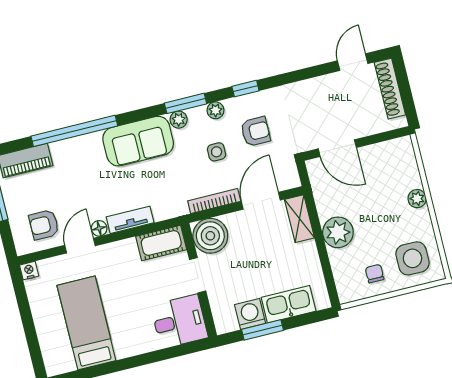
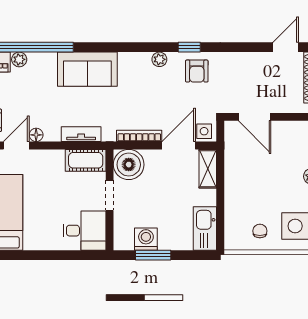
window: (186, 103) -> (135, 47), removed
plant: (179, 120) -> (19, 59), moved
armchair: (256, 131) -> (197, 71), moved, turned 90
side table: (217, 152) -> (204, 131), moved
tv unit: (130, 220) -> (81, 134), moved
plant: (338, 232) -> (237, 188), removed
kitchen sink: (289, 304) -> (205, 229), moved, turned -90

